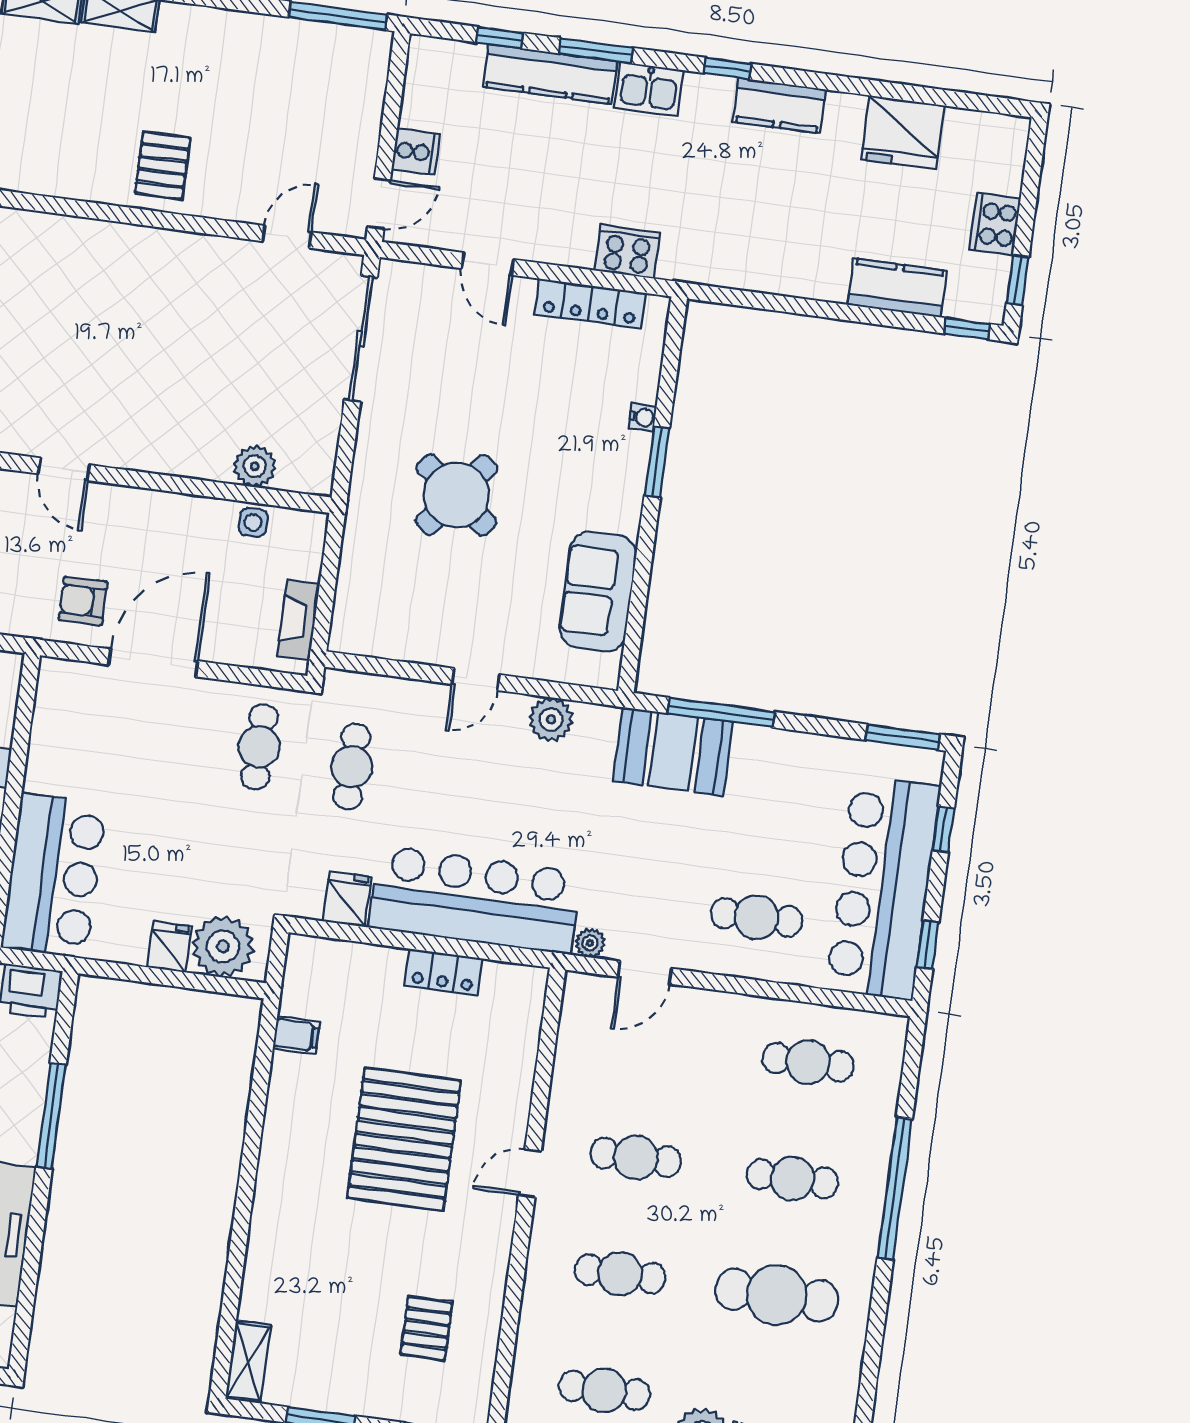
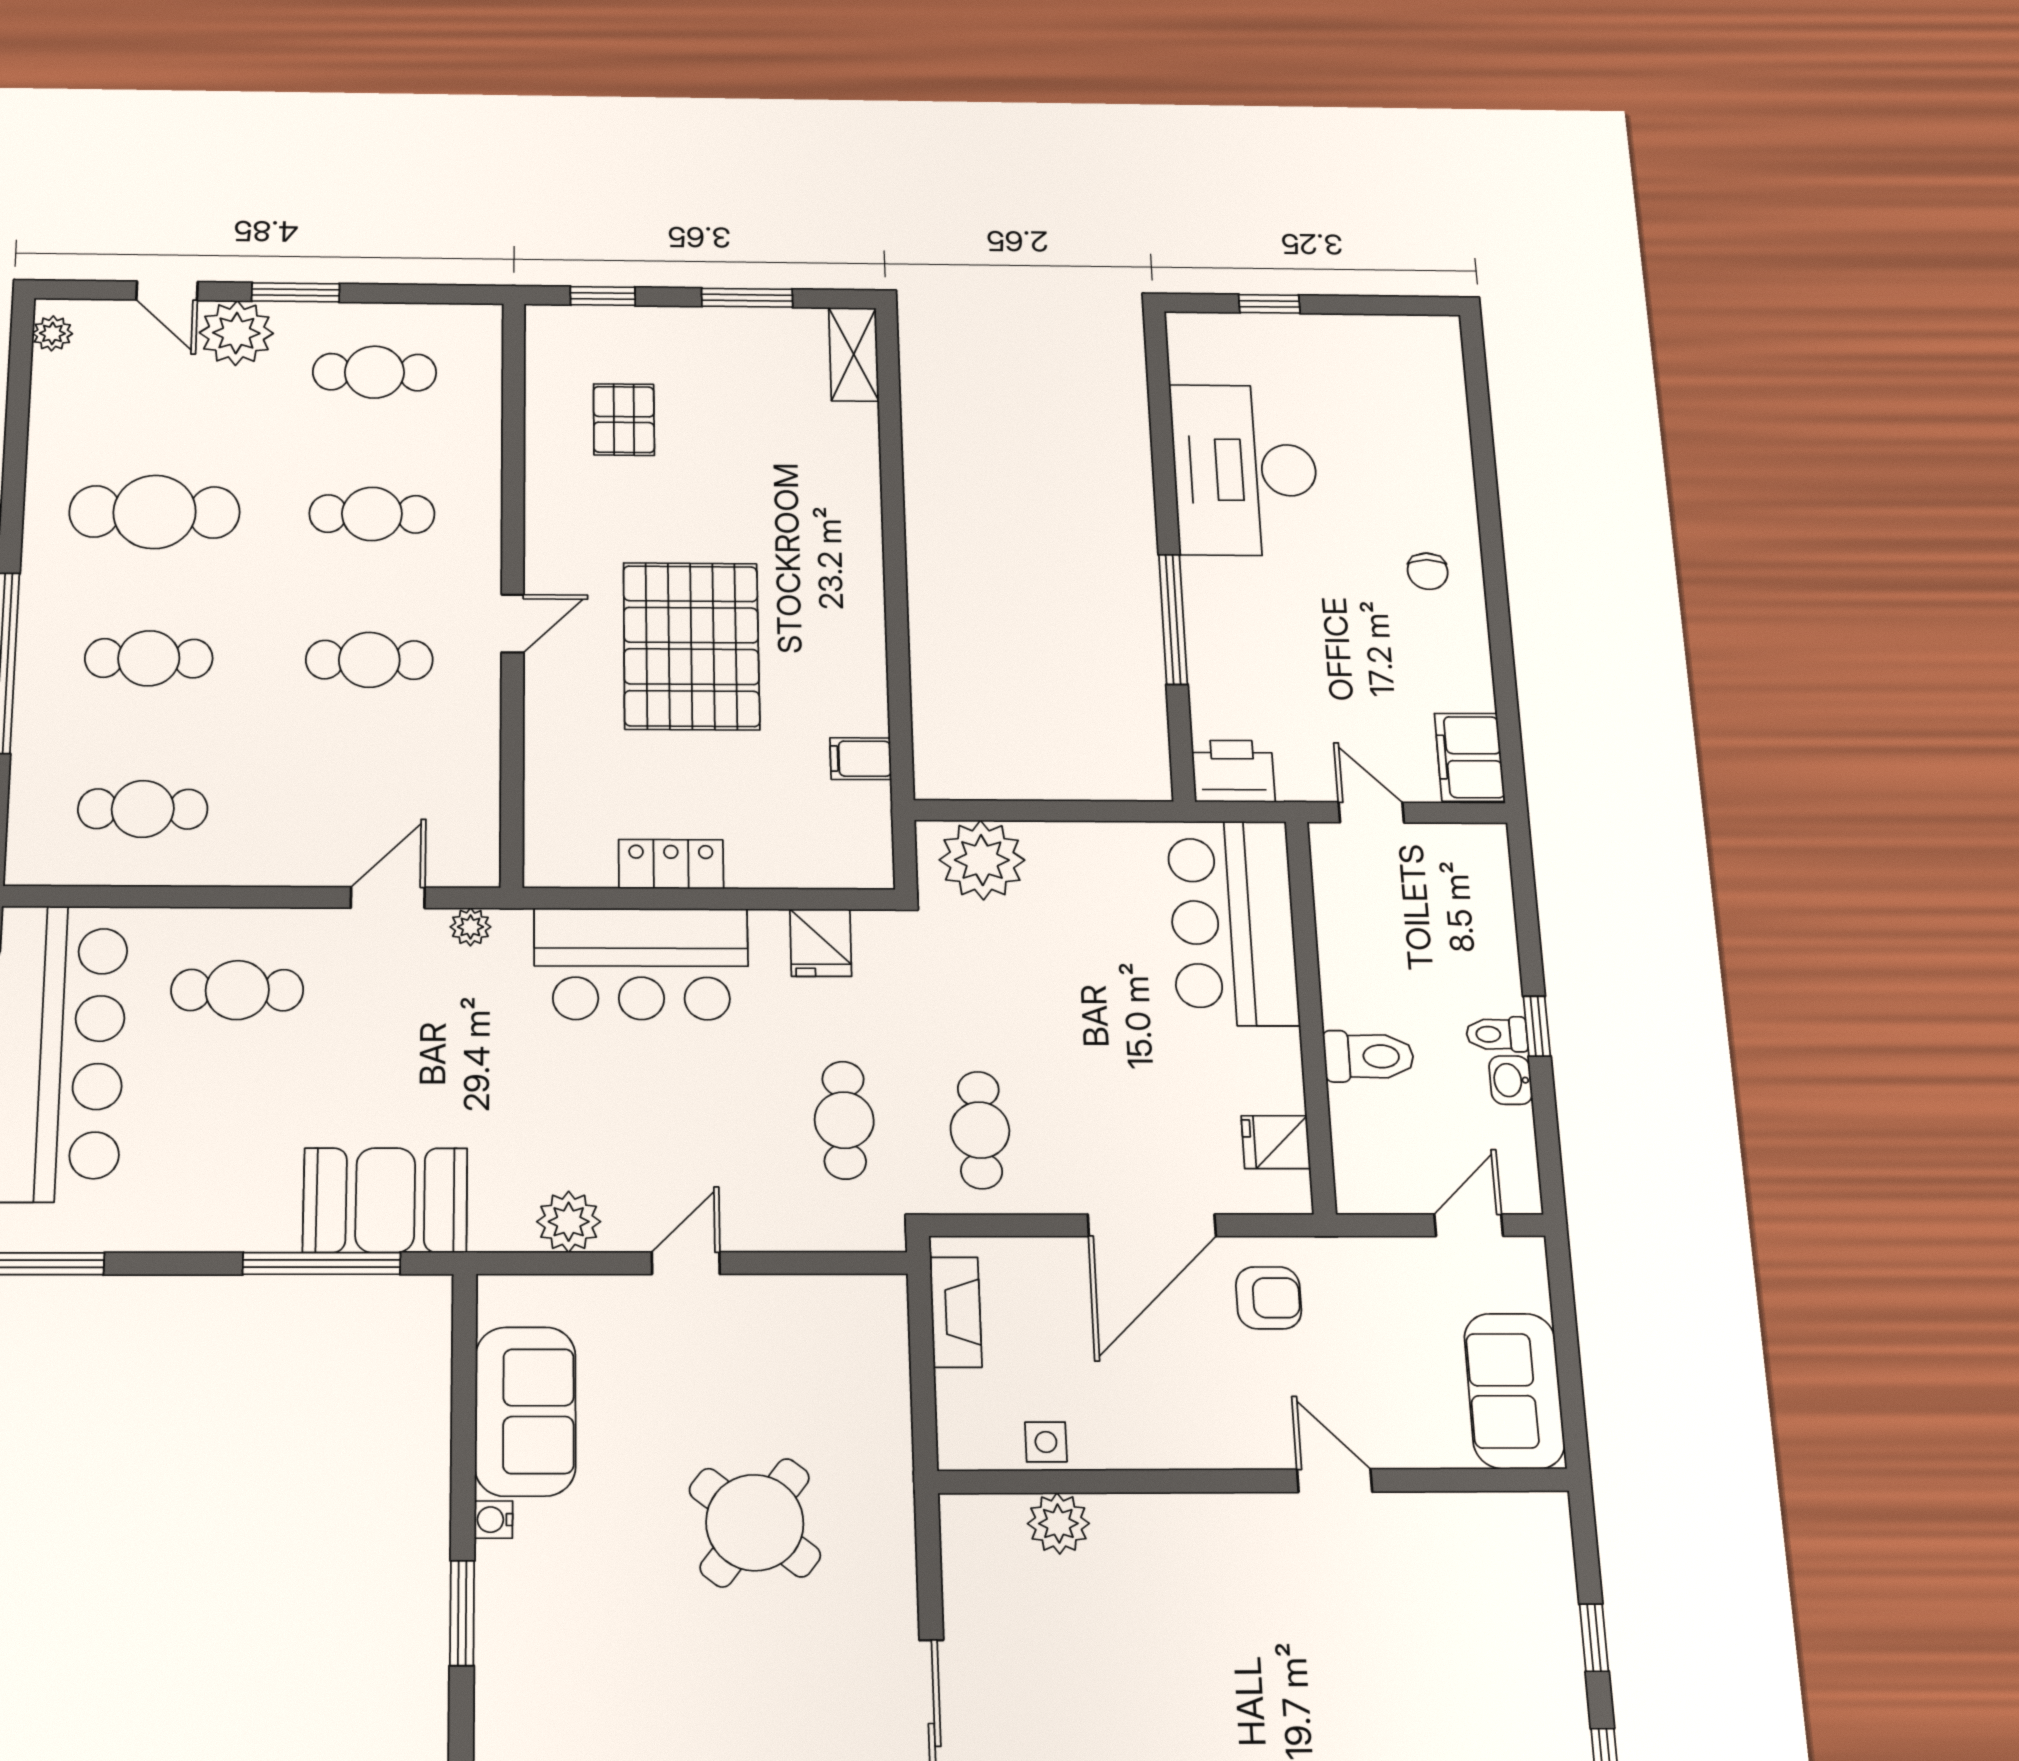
water cooler: (643, 418) -> (493, 1520), moved
bar counter: (475, 900) -> (641, 964), width x0.73
fridge: (169, 947) -> (1276, 1142), moved, turned 90

